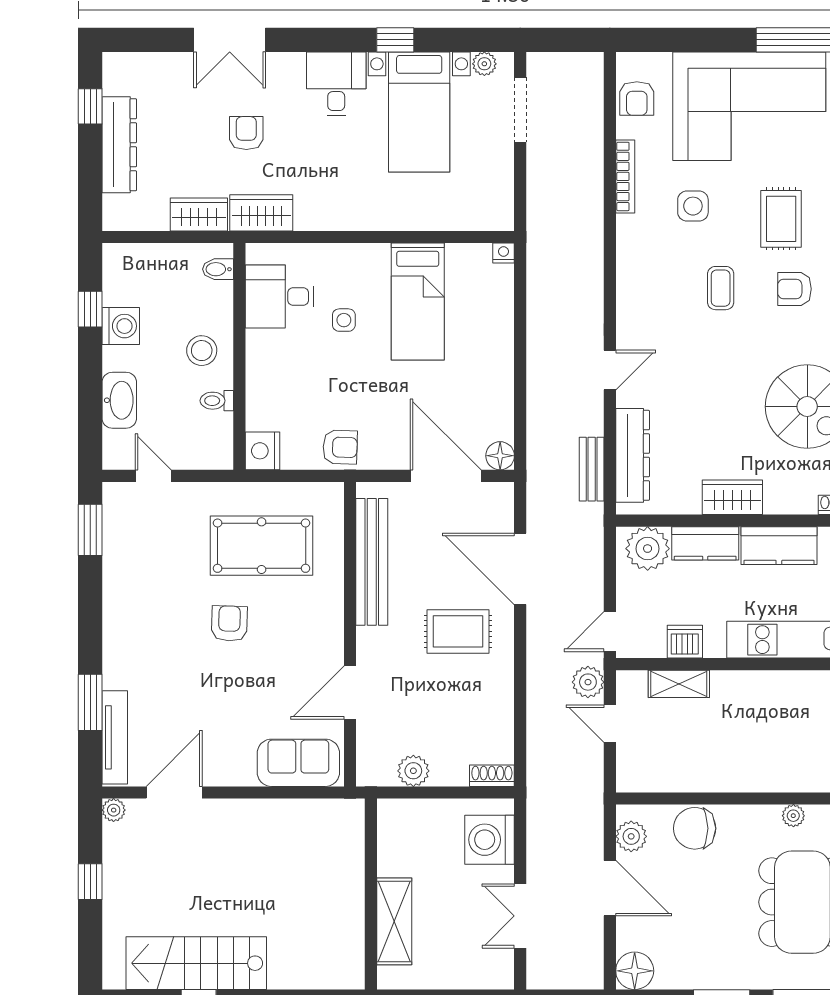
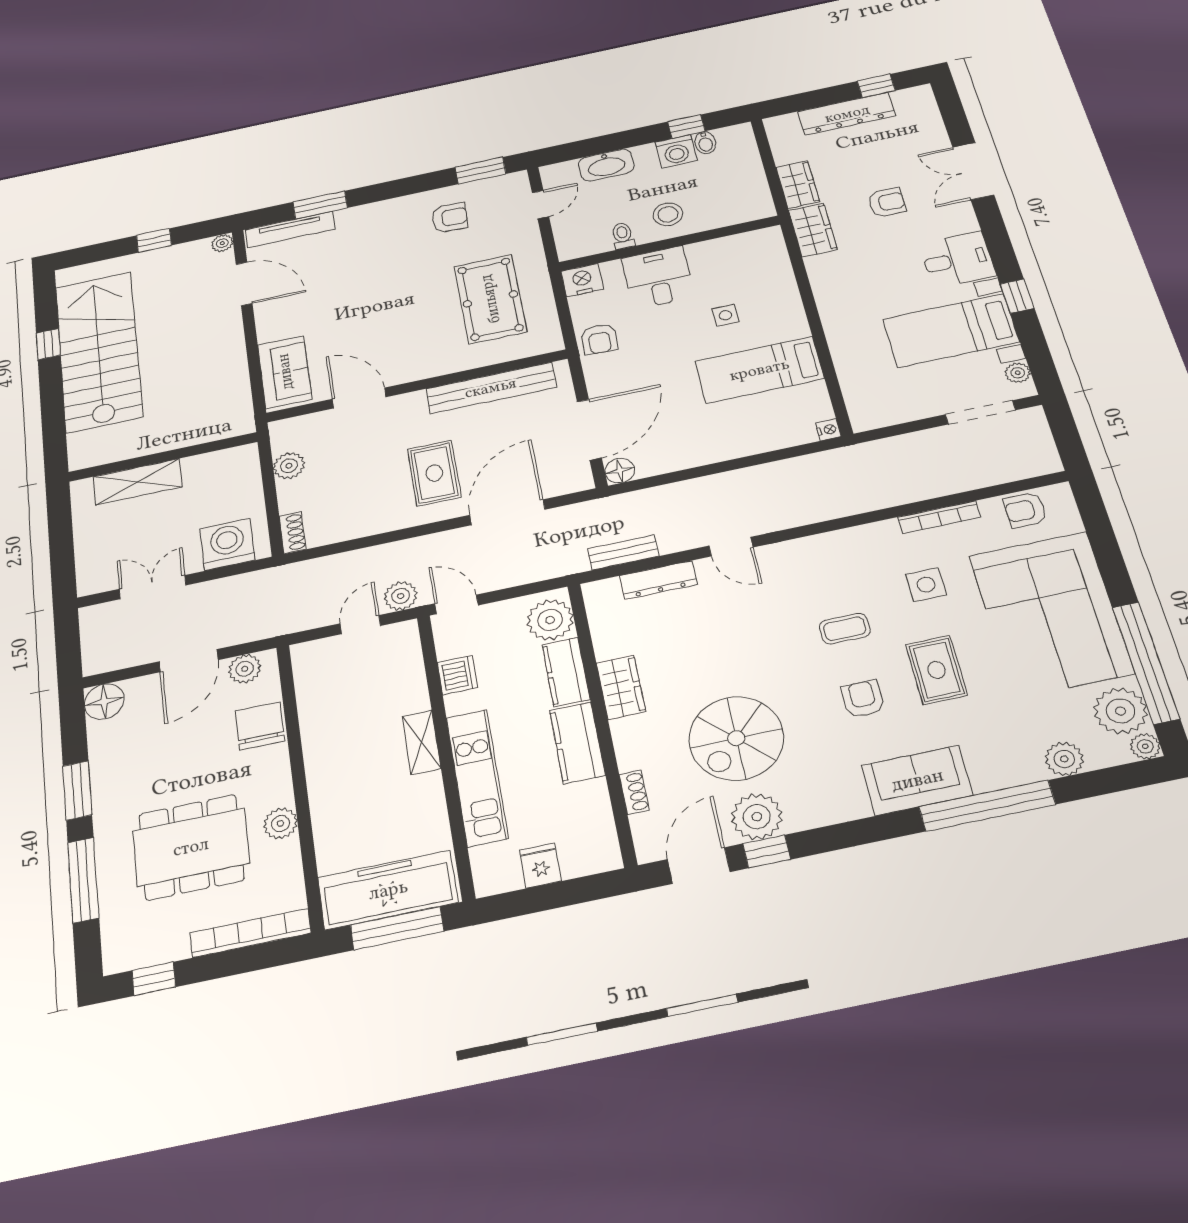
rug: (781, 219) -> (937, 670), turned 90
bidet: (218, 269) -> (705, 143), moved, turned 180
desk: (280, 296) -> (658, 278), moved
dresser: (633, 455) -> (658, 580), width x0.73, depth x0.80
armchair: (229, 623) -> (450, 218), moved
shelving: (679, 684) -> (422, 742), moved
plant: (793, 816) -> (280, 823), width x1.38, depth x1.38
stairs: (196, 963) -> (99, 351), width x1.36, depth x1.51

